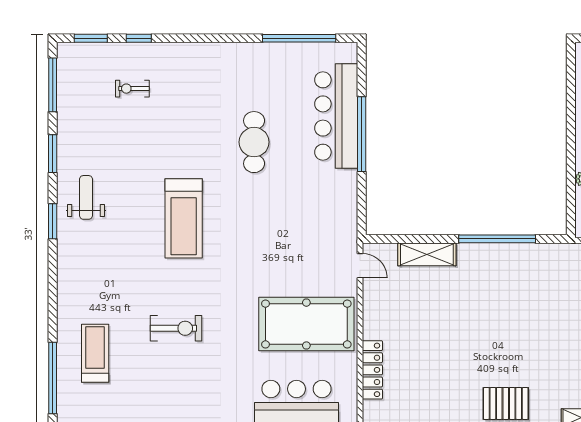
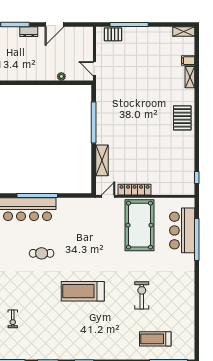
cafe table: (254, 142) -> (42, 253), width x0.73, depth x0.74
weight bench: (86, 197) -> (71, 344), removed
treadmill: (184, 218) -> (83, 291), turned 180
locker: (372, 370) -> (135, 190), moved

